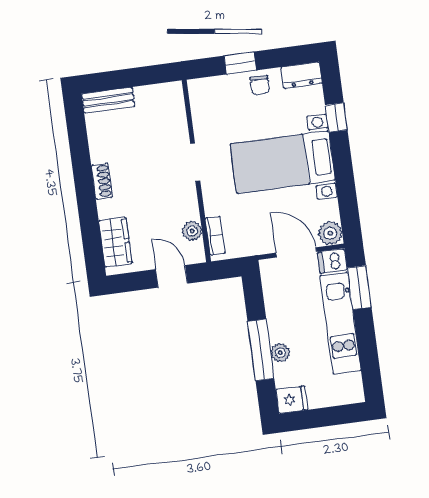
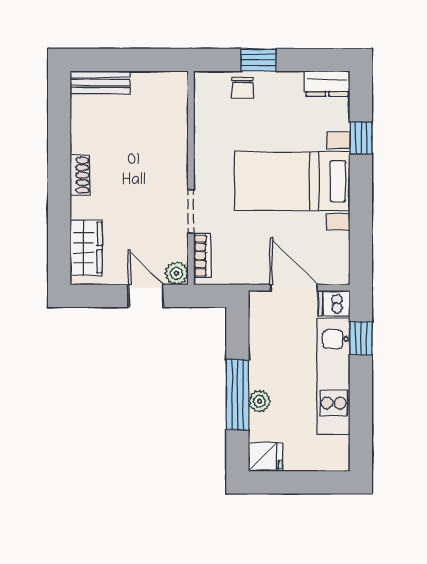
chair: (260, 85) -> (243, 88), moved
doorway: (195, 162) -> (191, 211), moved
plant: (192, 231) -> (176, 273), moved
plant: (330, 233) -> (336, 271), removed
window: (359, 288) -> (361, 338), width x0.67

